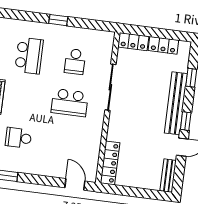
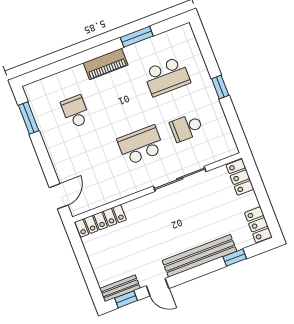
locker: (163, 45) -> (258, 225), moved
school desk: (70, 103) -> (141, 145), turned 90
window: (186, 121) -> (126, 299), moved

